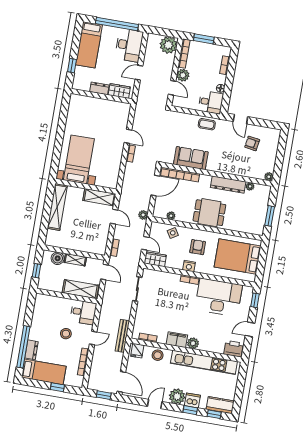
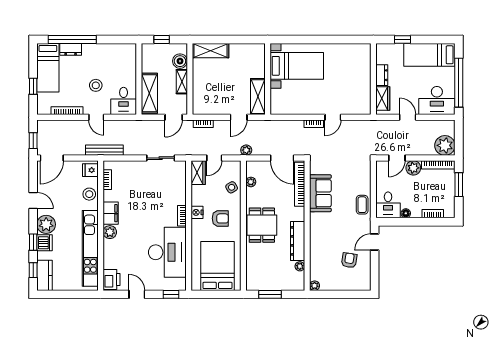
shelving: (57, 207) -> (211, 51), moved, width x0.68

